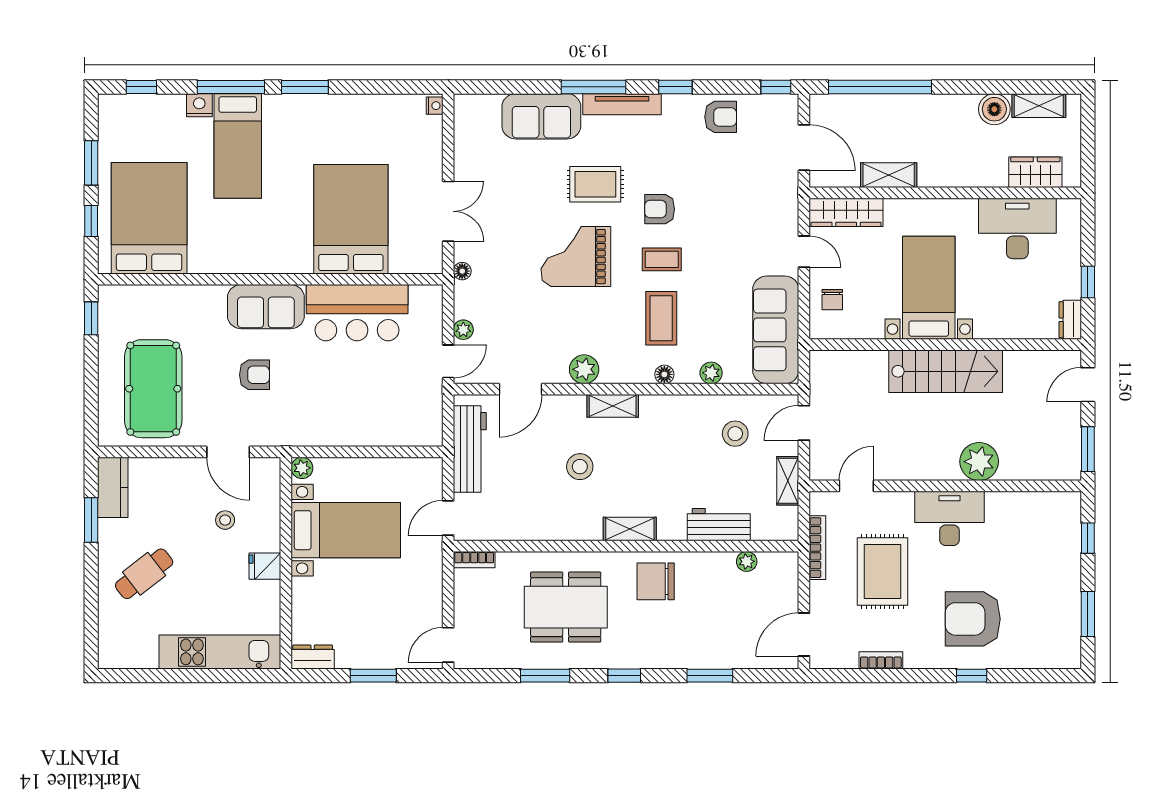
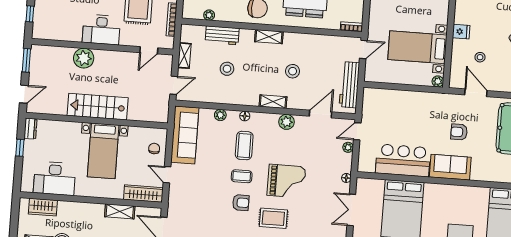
stool: (735, 434) -> (227, 69), moved

